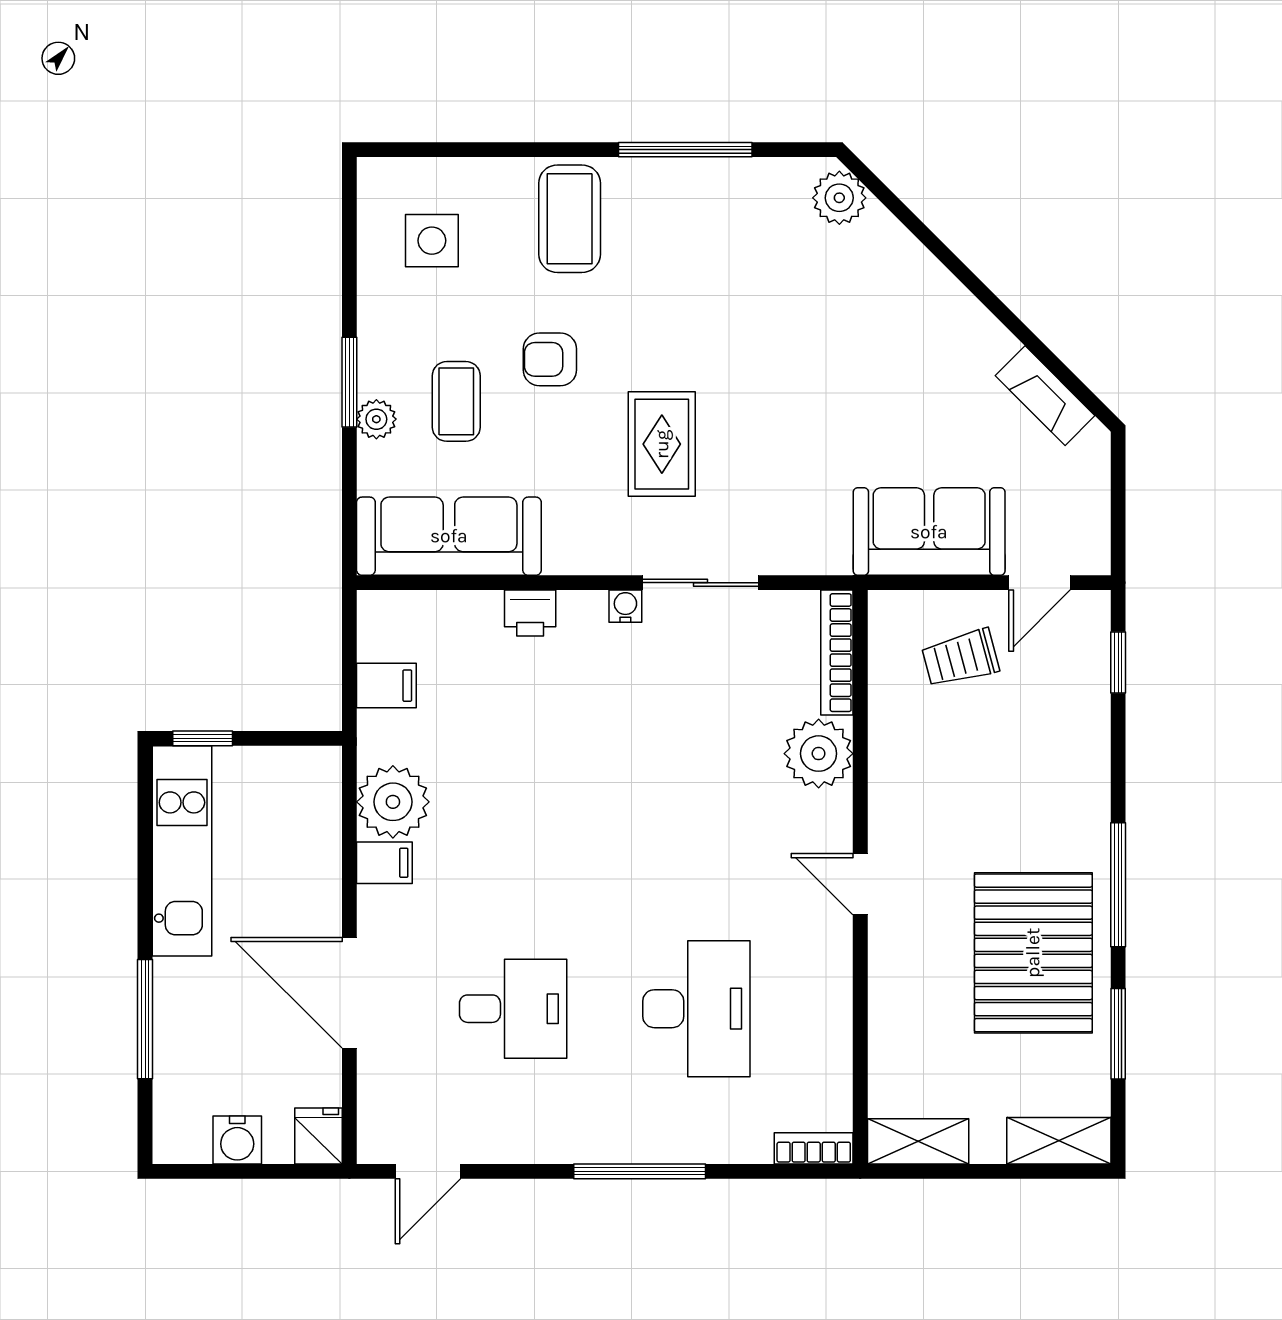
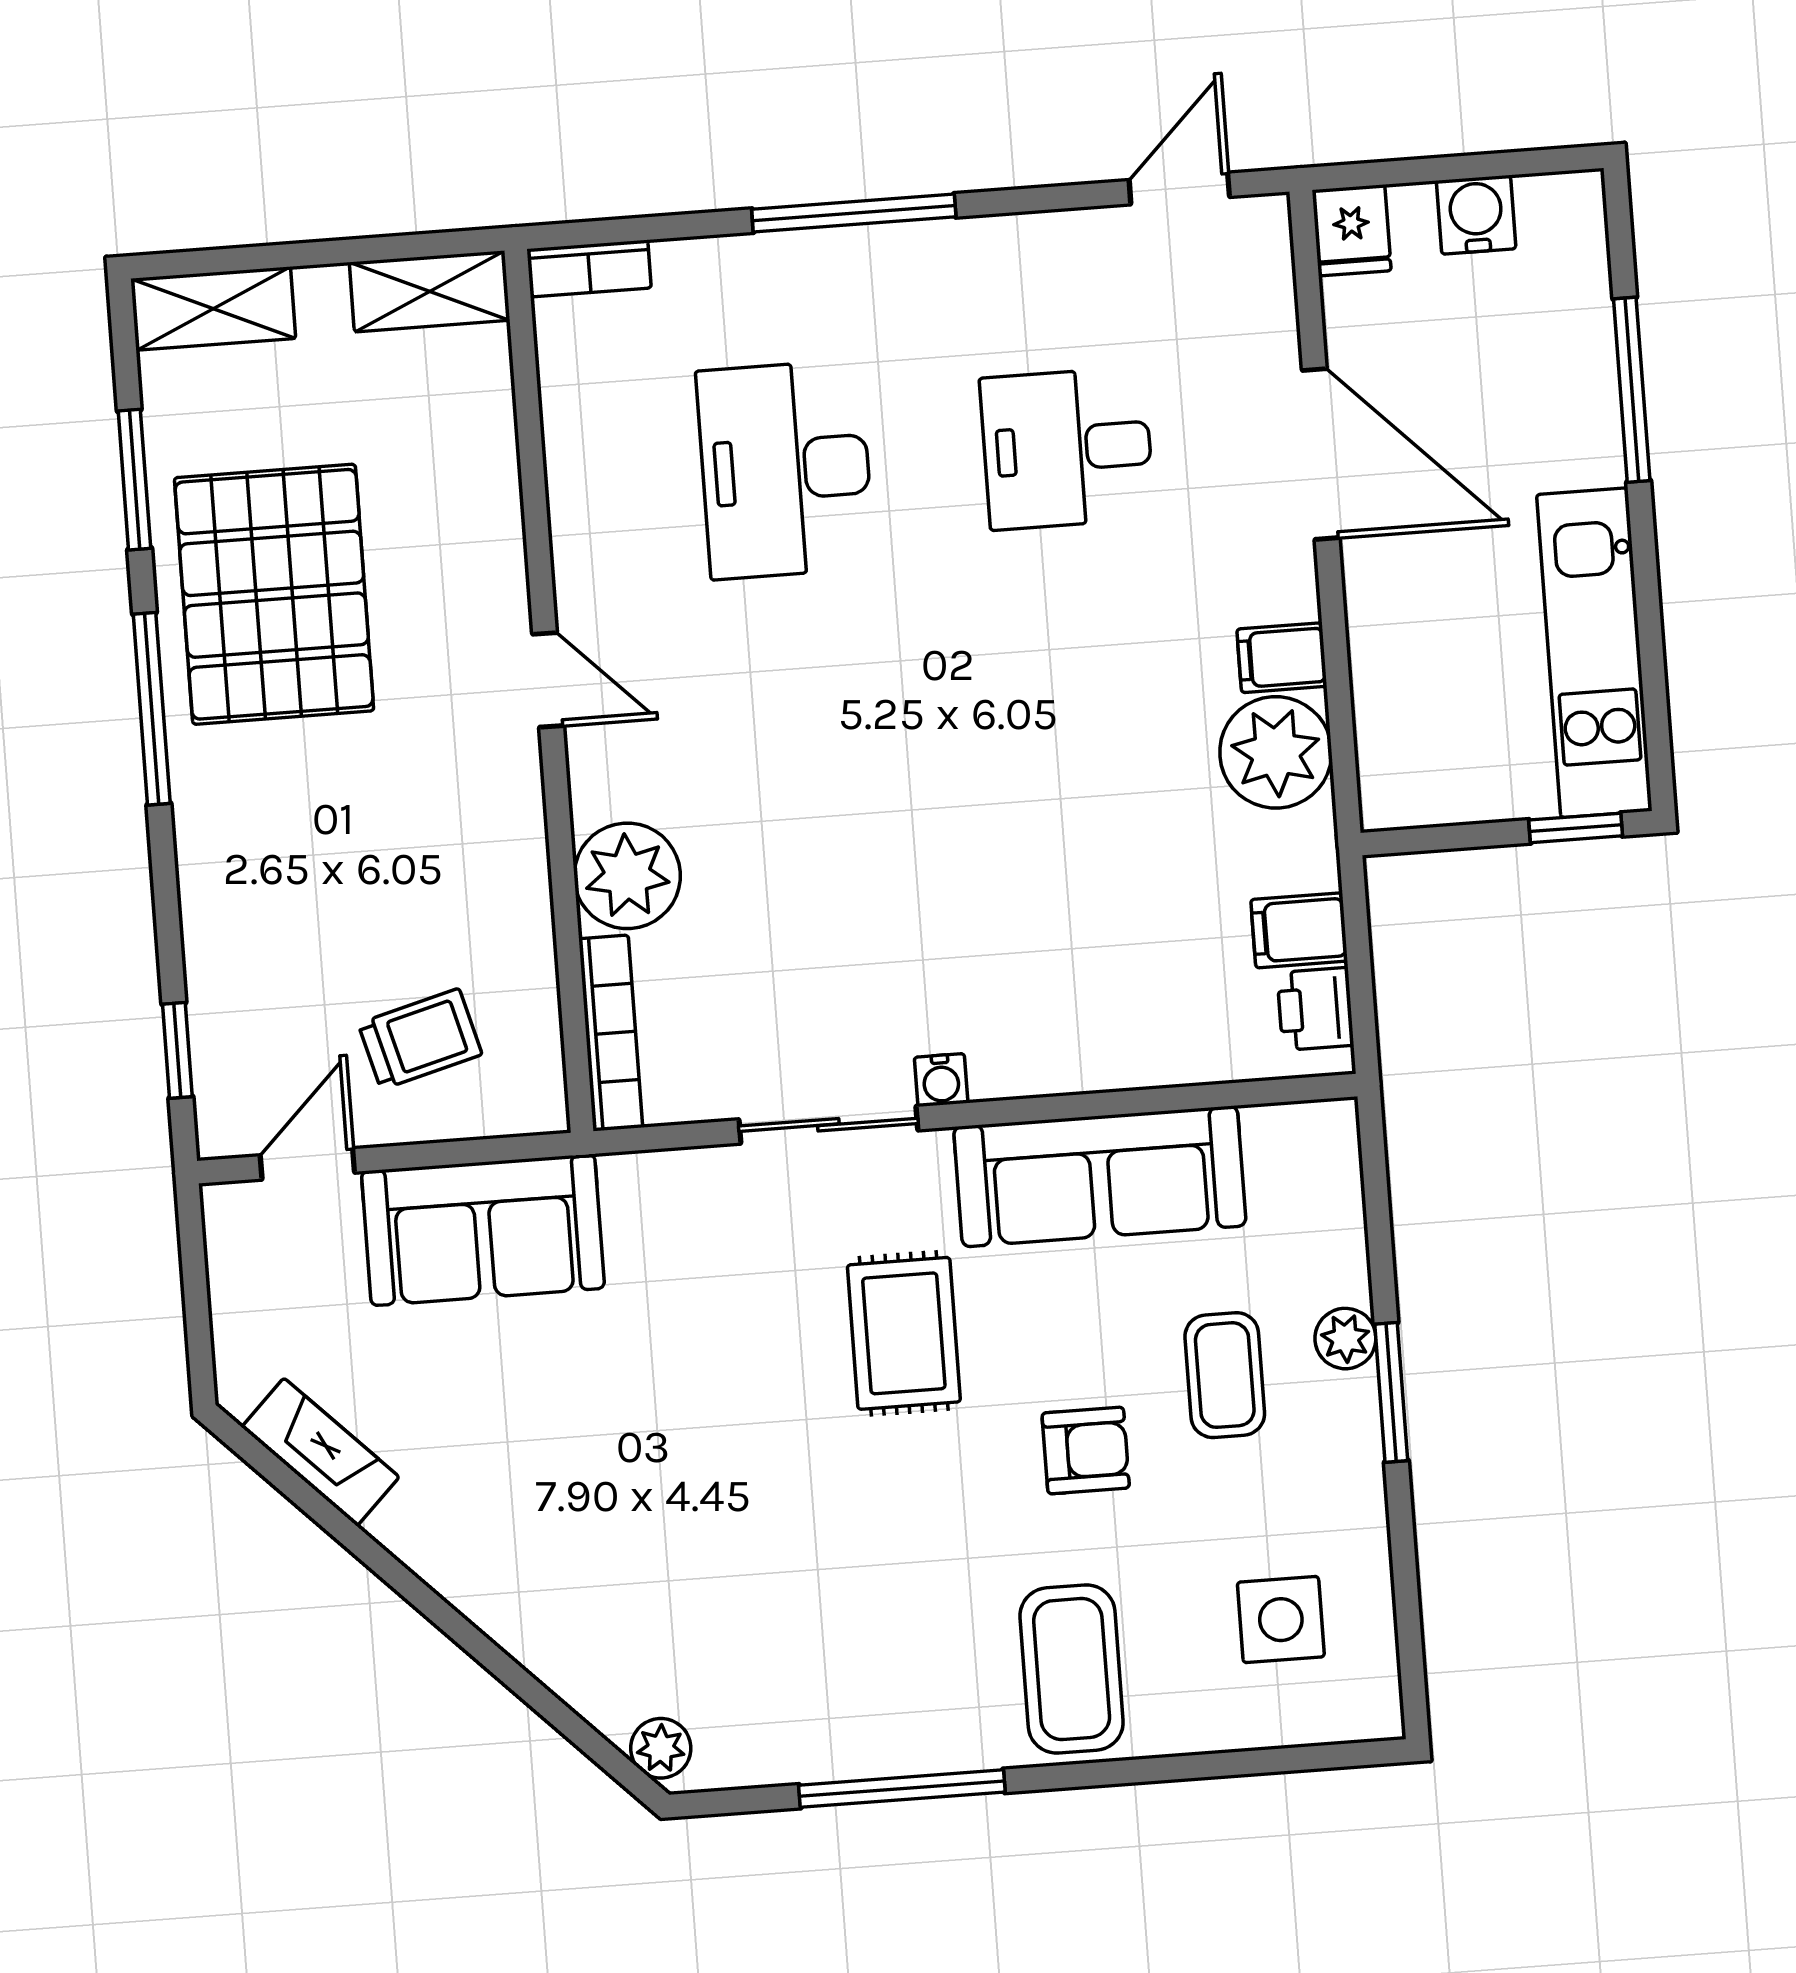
plant: (839, 198) -> (661, 1748), width x0.73, depth x0.73
sofa: (449, 536) -> (1100, 1176), moved
printer: (530, 613) -> (1315, 1009), moved, turned -90

